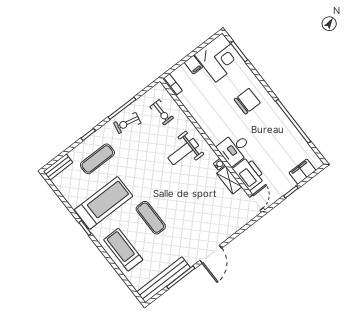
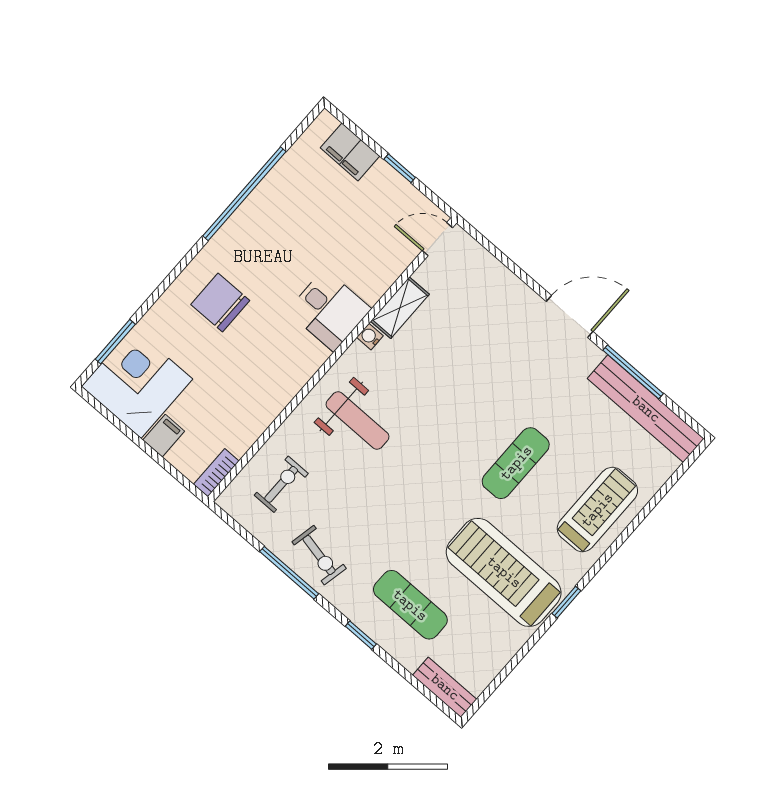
printer: (249, 173) -> (377, 268), removed
treadmill: (123, 250) -> (597, 510), turned 180

